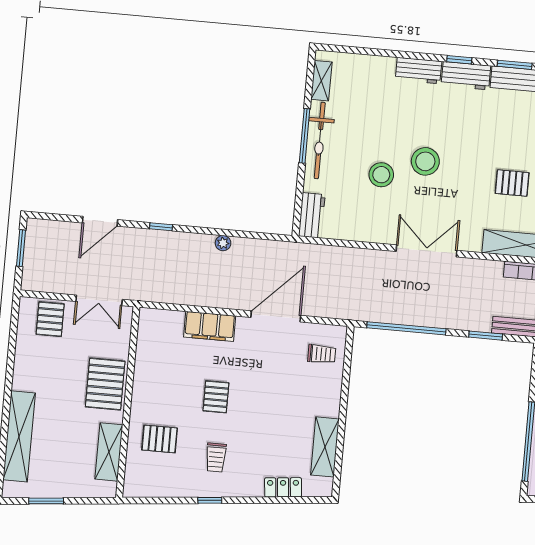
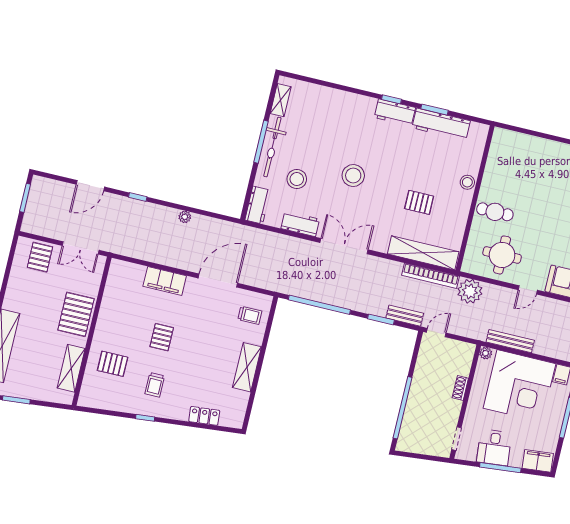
workbench: (419, 71) -> (300, 224), moved, turned 180
stool: (381, 175) -> (297, 179), moved
shelving: (325, 447) -> (247, 367), moved

